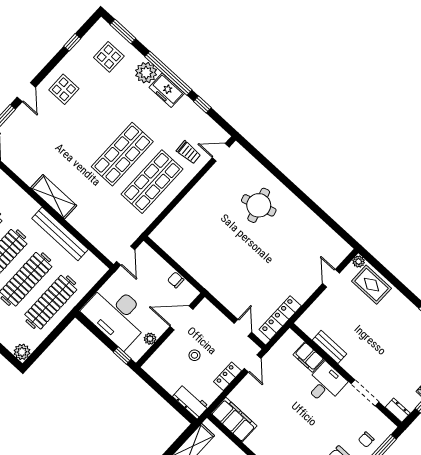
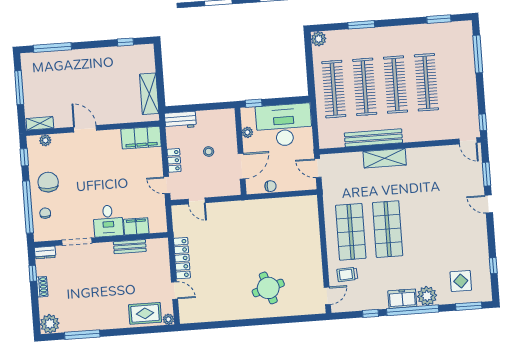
display table: (64, 89) -> (467, 231), removed
shelving: (54, 197) -> (385, 158), moved
locker: (280, 318) -> (182, 258), moved

